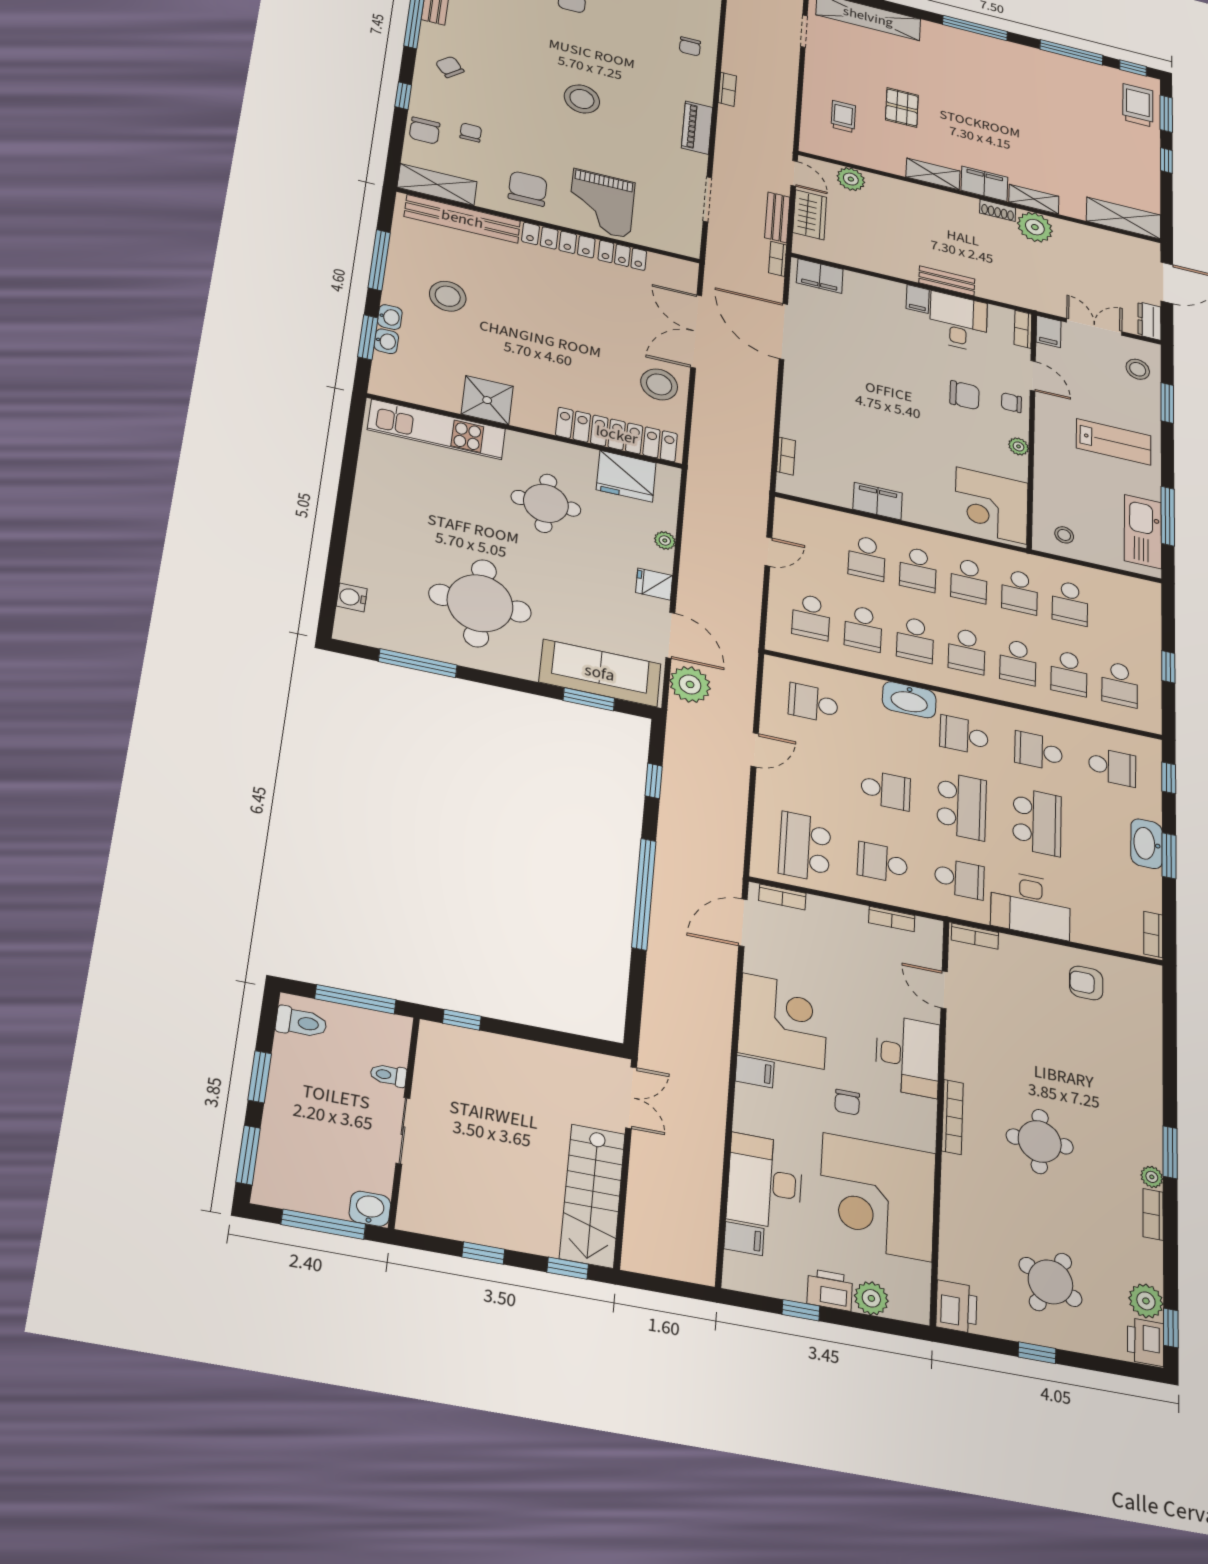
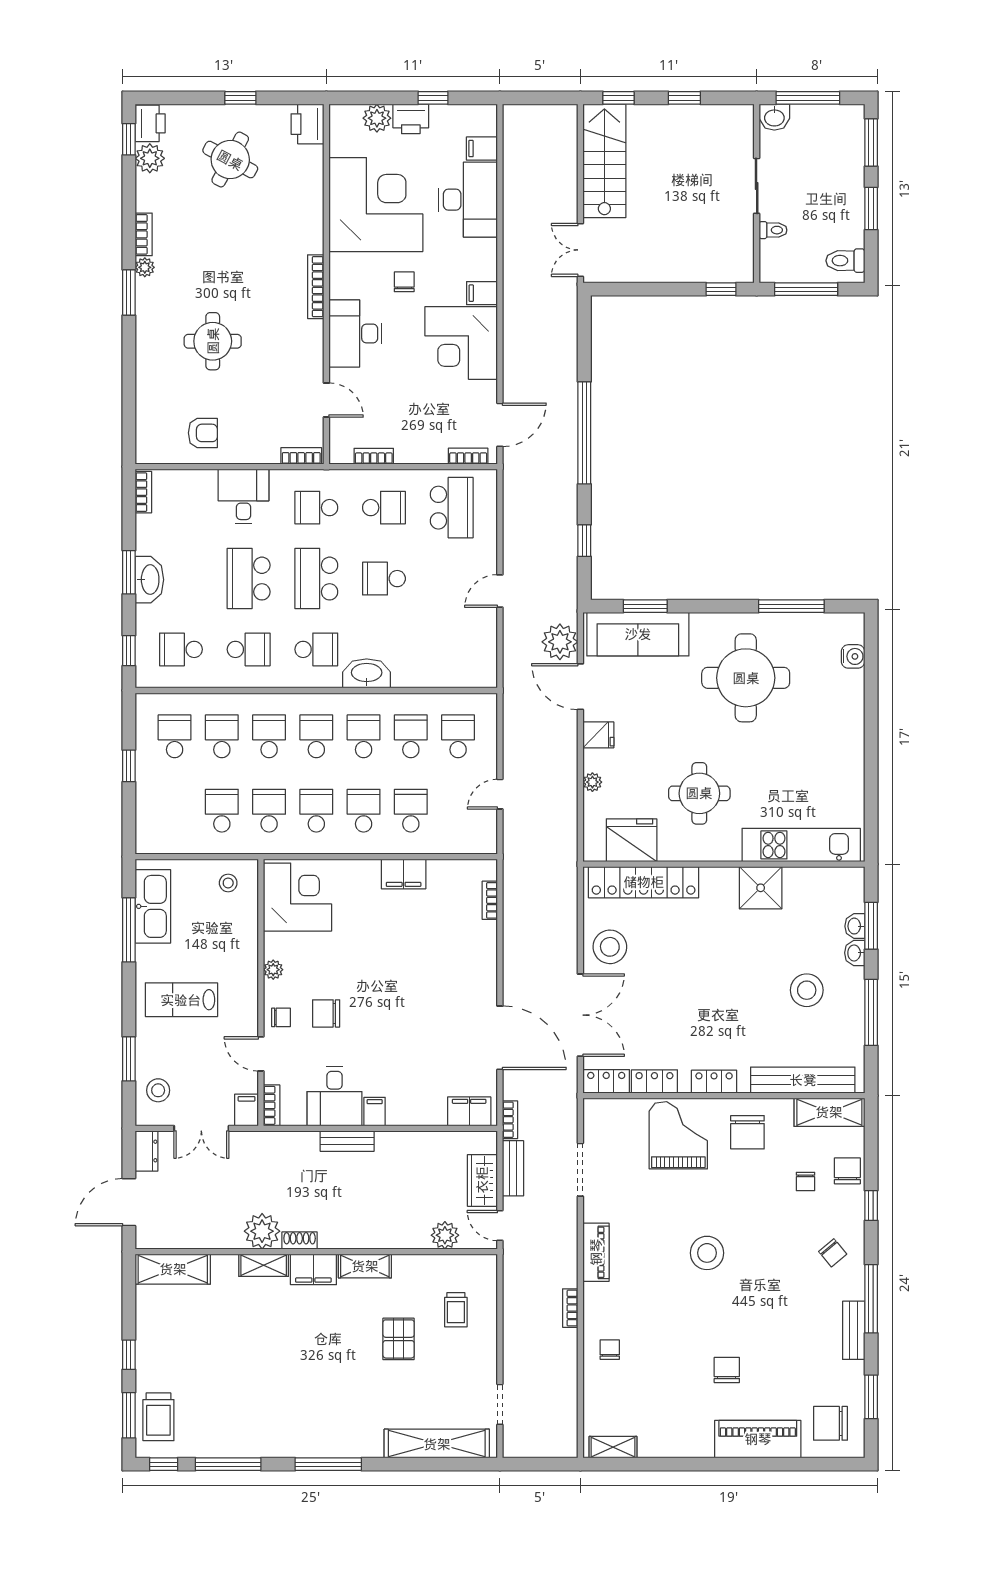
locker: (558, 240) -> (714, 1082), width x0.66
locker: (674, 268) -> (606, 1081), added
school desk: (813, 703) -> (452, 649), removed
desk: (1031, 905) -> (244, 496), width x0.73
round table: (1040, 1141) -> (213, 341), moved

